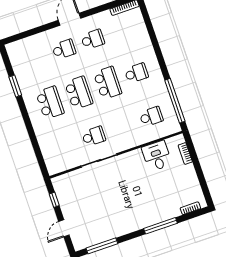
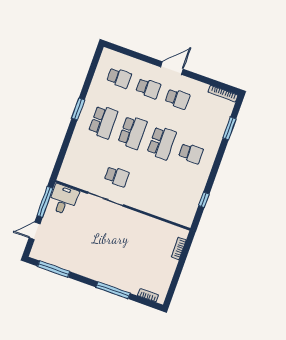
window: (151, 30) -> (229, 128), added
window: (15, 86) -> (78, 109), moved
window: (175, 101) -> (204, 200), width x0.32
school desk: (151, 117) -> (119, 78), moved
desk: (157, 156) -> (63, 200), moved
window: (54, 200) -> (45, 202), width x2.17

